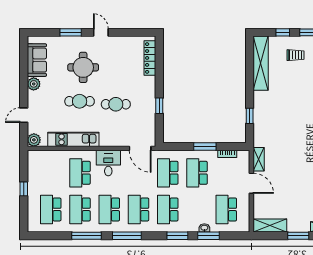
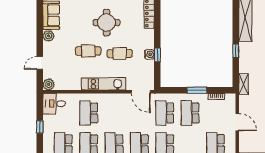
round table: (83, 67) -> (106, 23), moved
water cooler: (150, 105) -> (149, 54), added
window: (250, 116) -> (236, 51), moved
kitchen unit: (73, 139) -> (104, 84), moved
shelving: (259, 159) -> (243, 84), moved
desk: (108, 163) -> (54, 104), moved, turned -90

